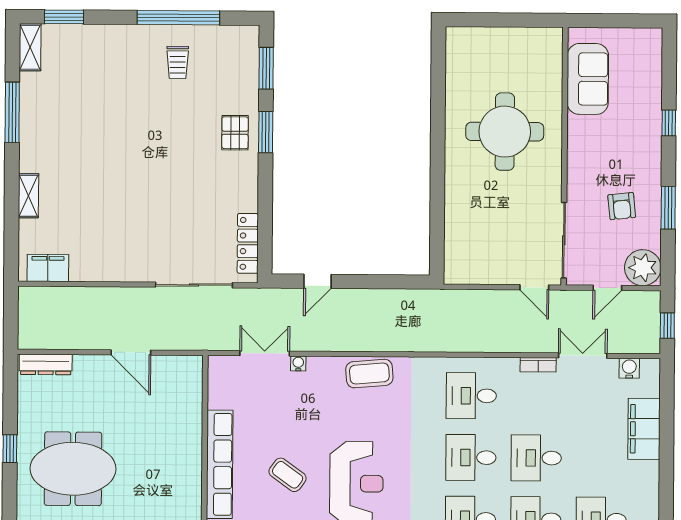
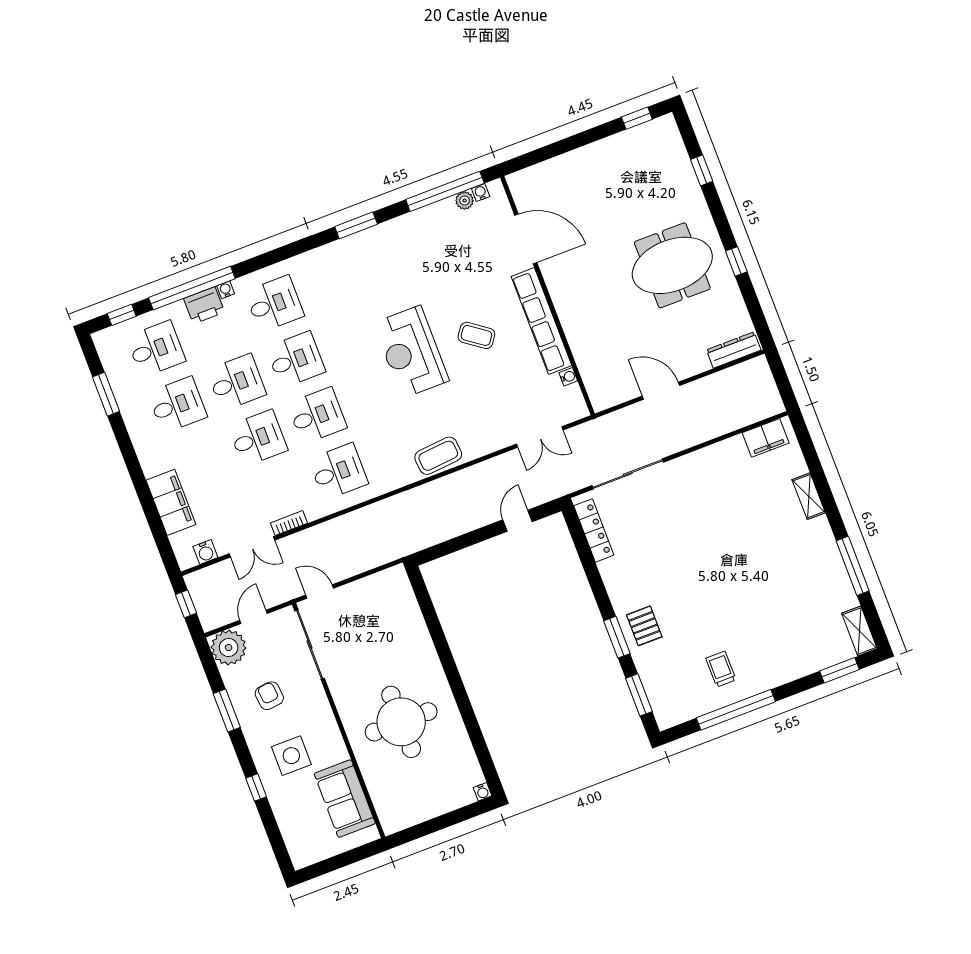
water cooler: (453, 34) -> (482, 792), added
side table: (623, 140) -> (291, 756), added
water cooler: (298, 363) -> (568, 377), moved, turned -90

